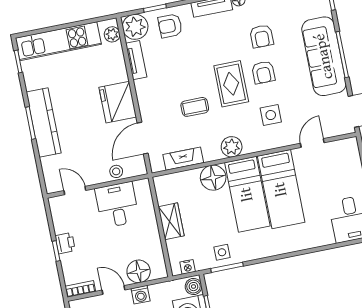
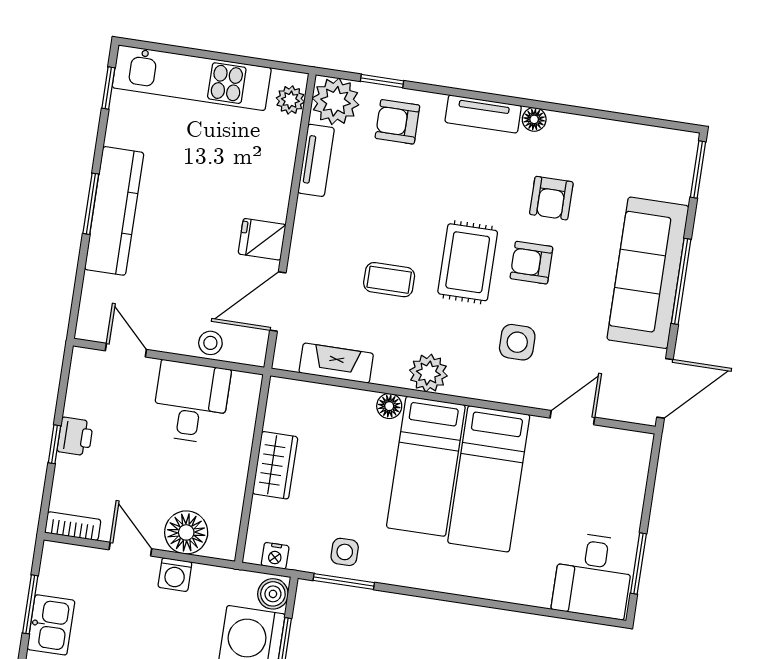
armchair: (263, 72) -> (531, 263), turned 90
fridge: (118, 102) -> (262, 239), width x0.53, depth x0.75
floor lamp: (213, 178) -> (389, 406), width x0.53, depth x0.53

